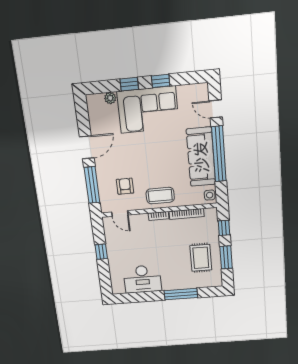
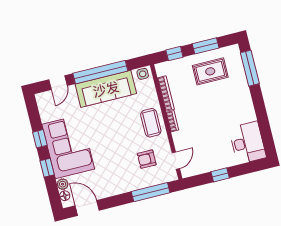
floor lamp: (98, 99) -> (65, 196), added
door: (87, 147) -> (87, 208), moved
desk: (142, 279) -> (247, 143), moved
window: (181, 294) -> (250, 68), moved

